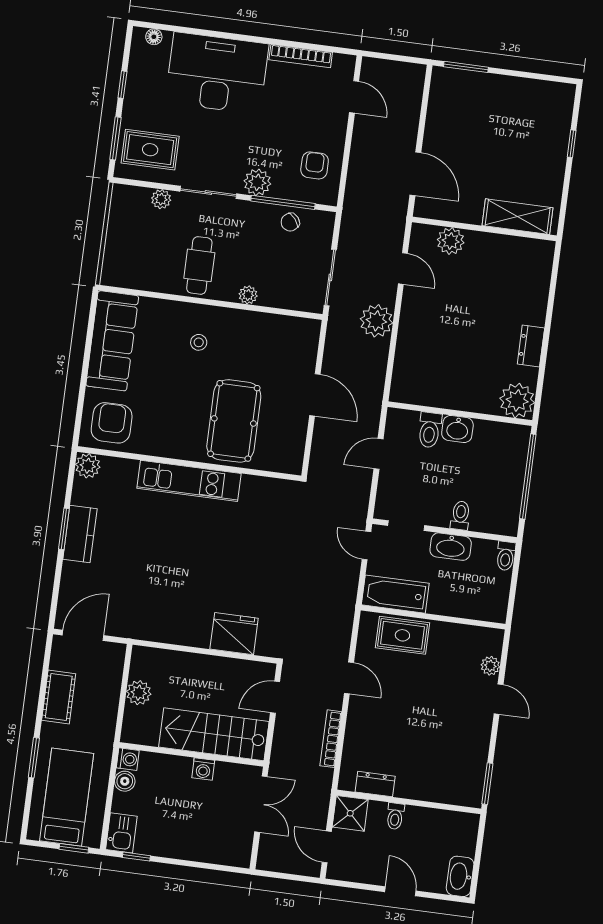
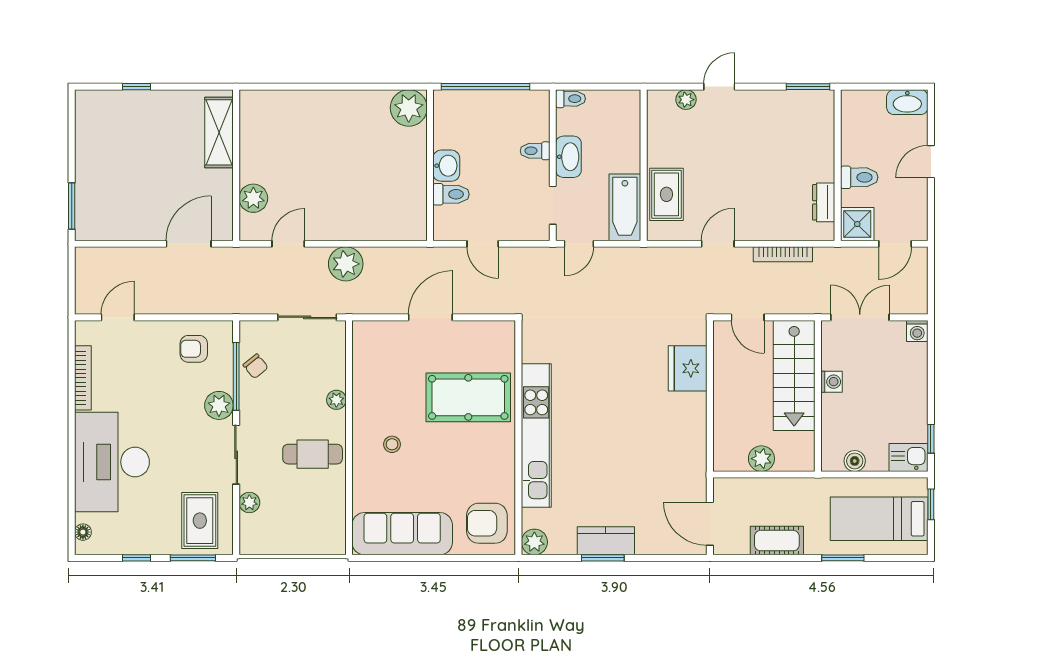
dresser: (531, 346) -> (351, 101), removed
kitchen unit: (189, 481) -> (536, 435), width x1.36
washing machine: (128, 759) -> (917, 331), moved, turned 180
toilet: (395, 816) -> (859, 177), width x1.37, depth x1.39

